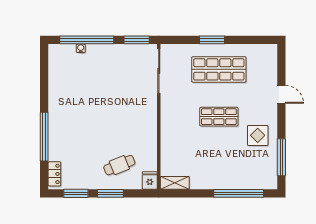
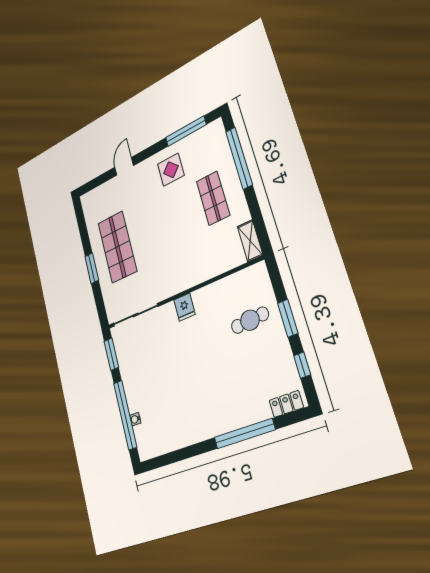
shop shelf: (219, 117) -> (213, 198), moved
cafe table: (119, 165) -> (250, 320), turned -72
fridge: (150, 181) -> (184, 307), moved, turned -90
window: (76, 193) -> (302, 365), width x0.67

